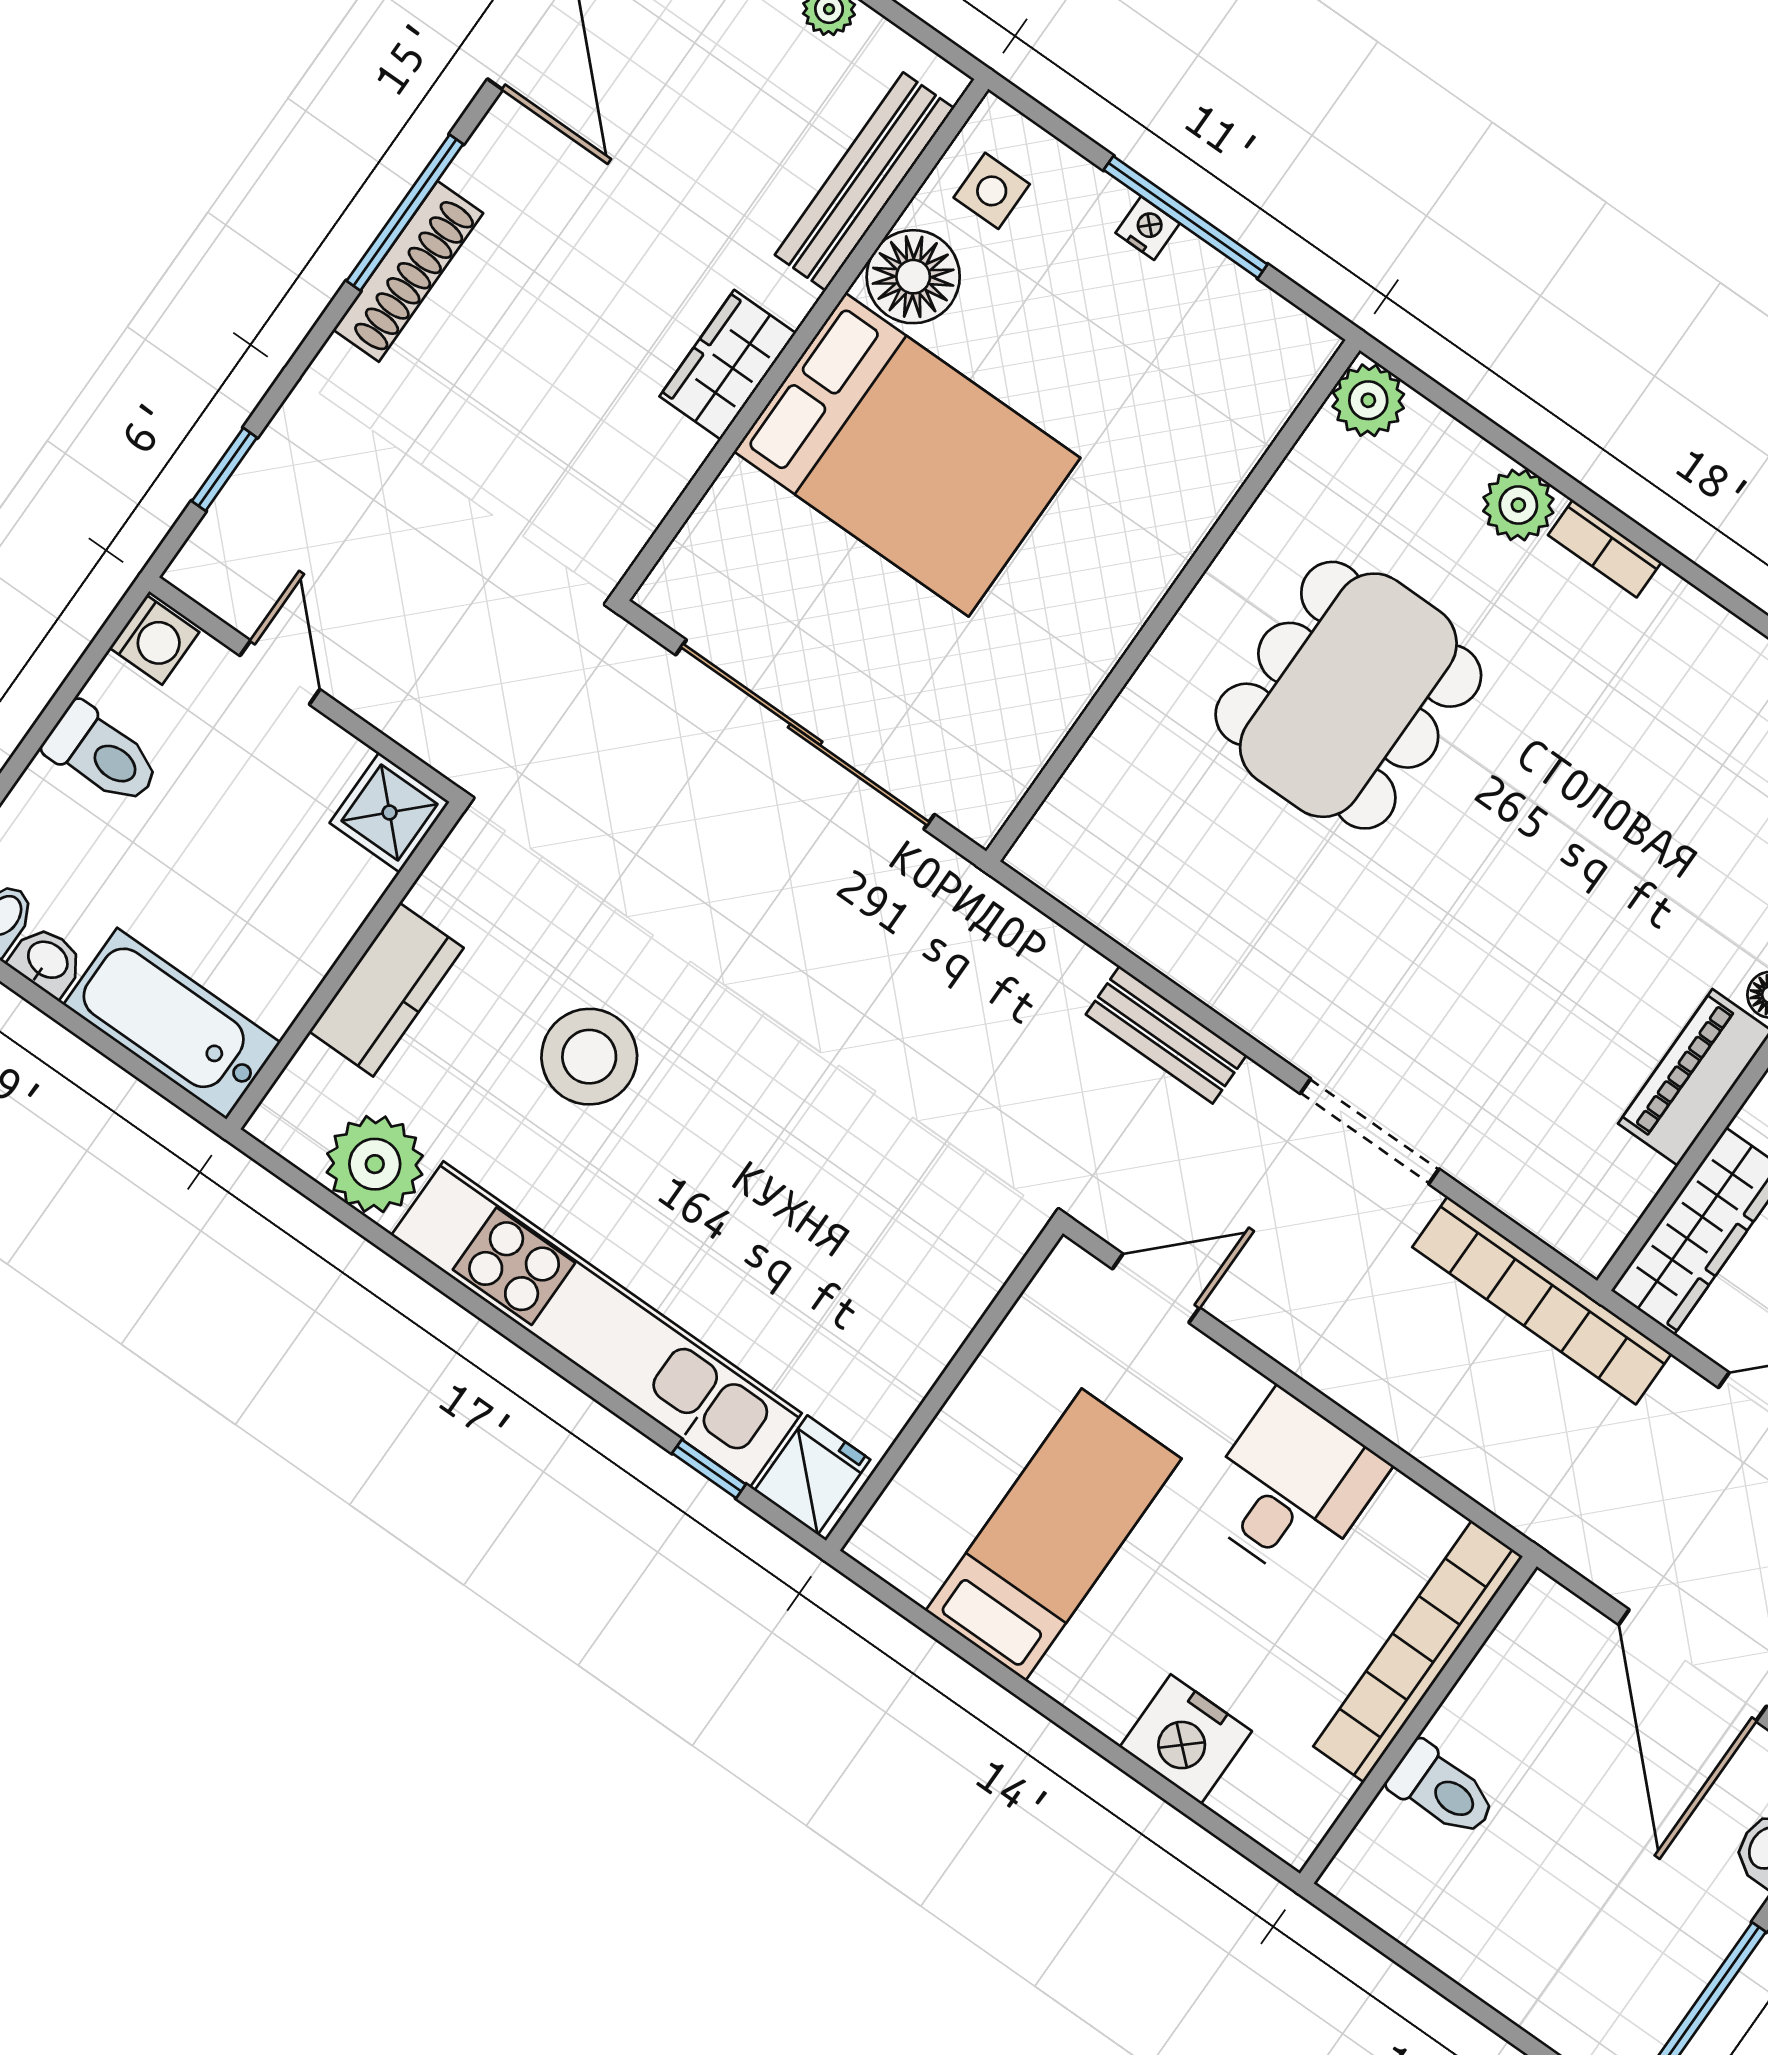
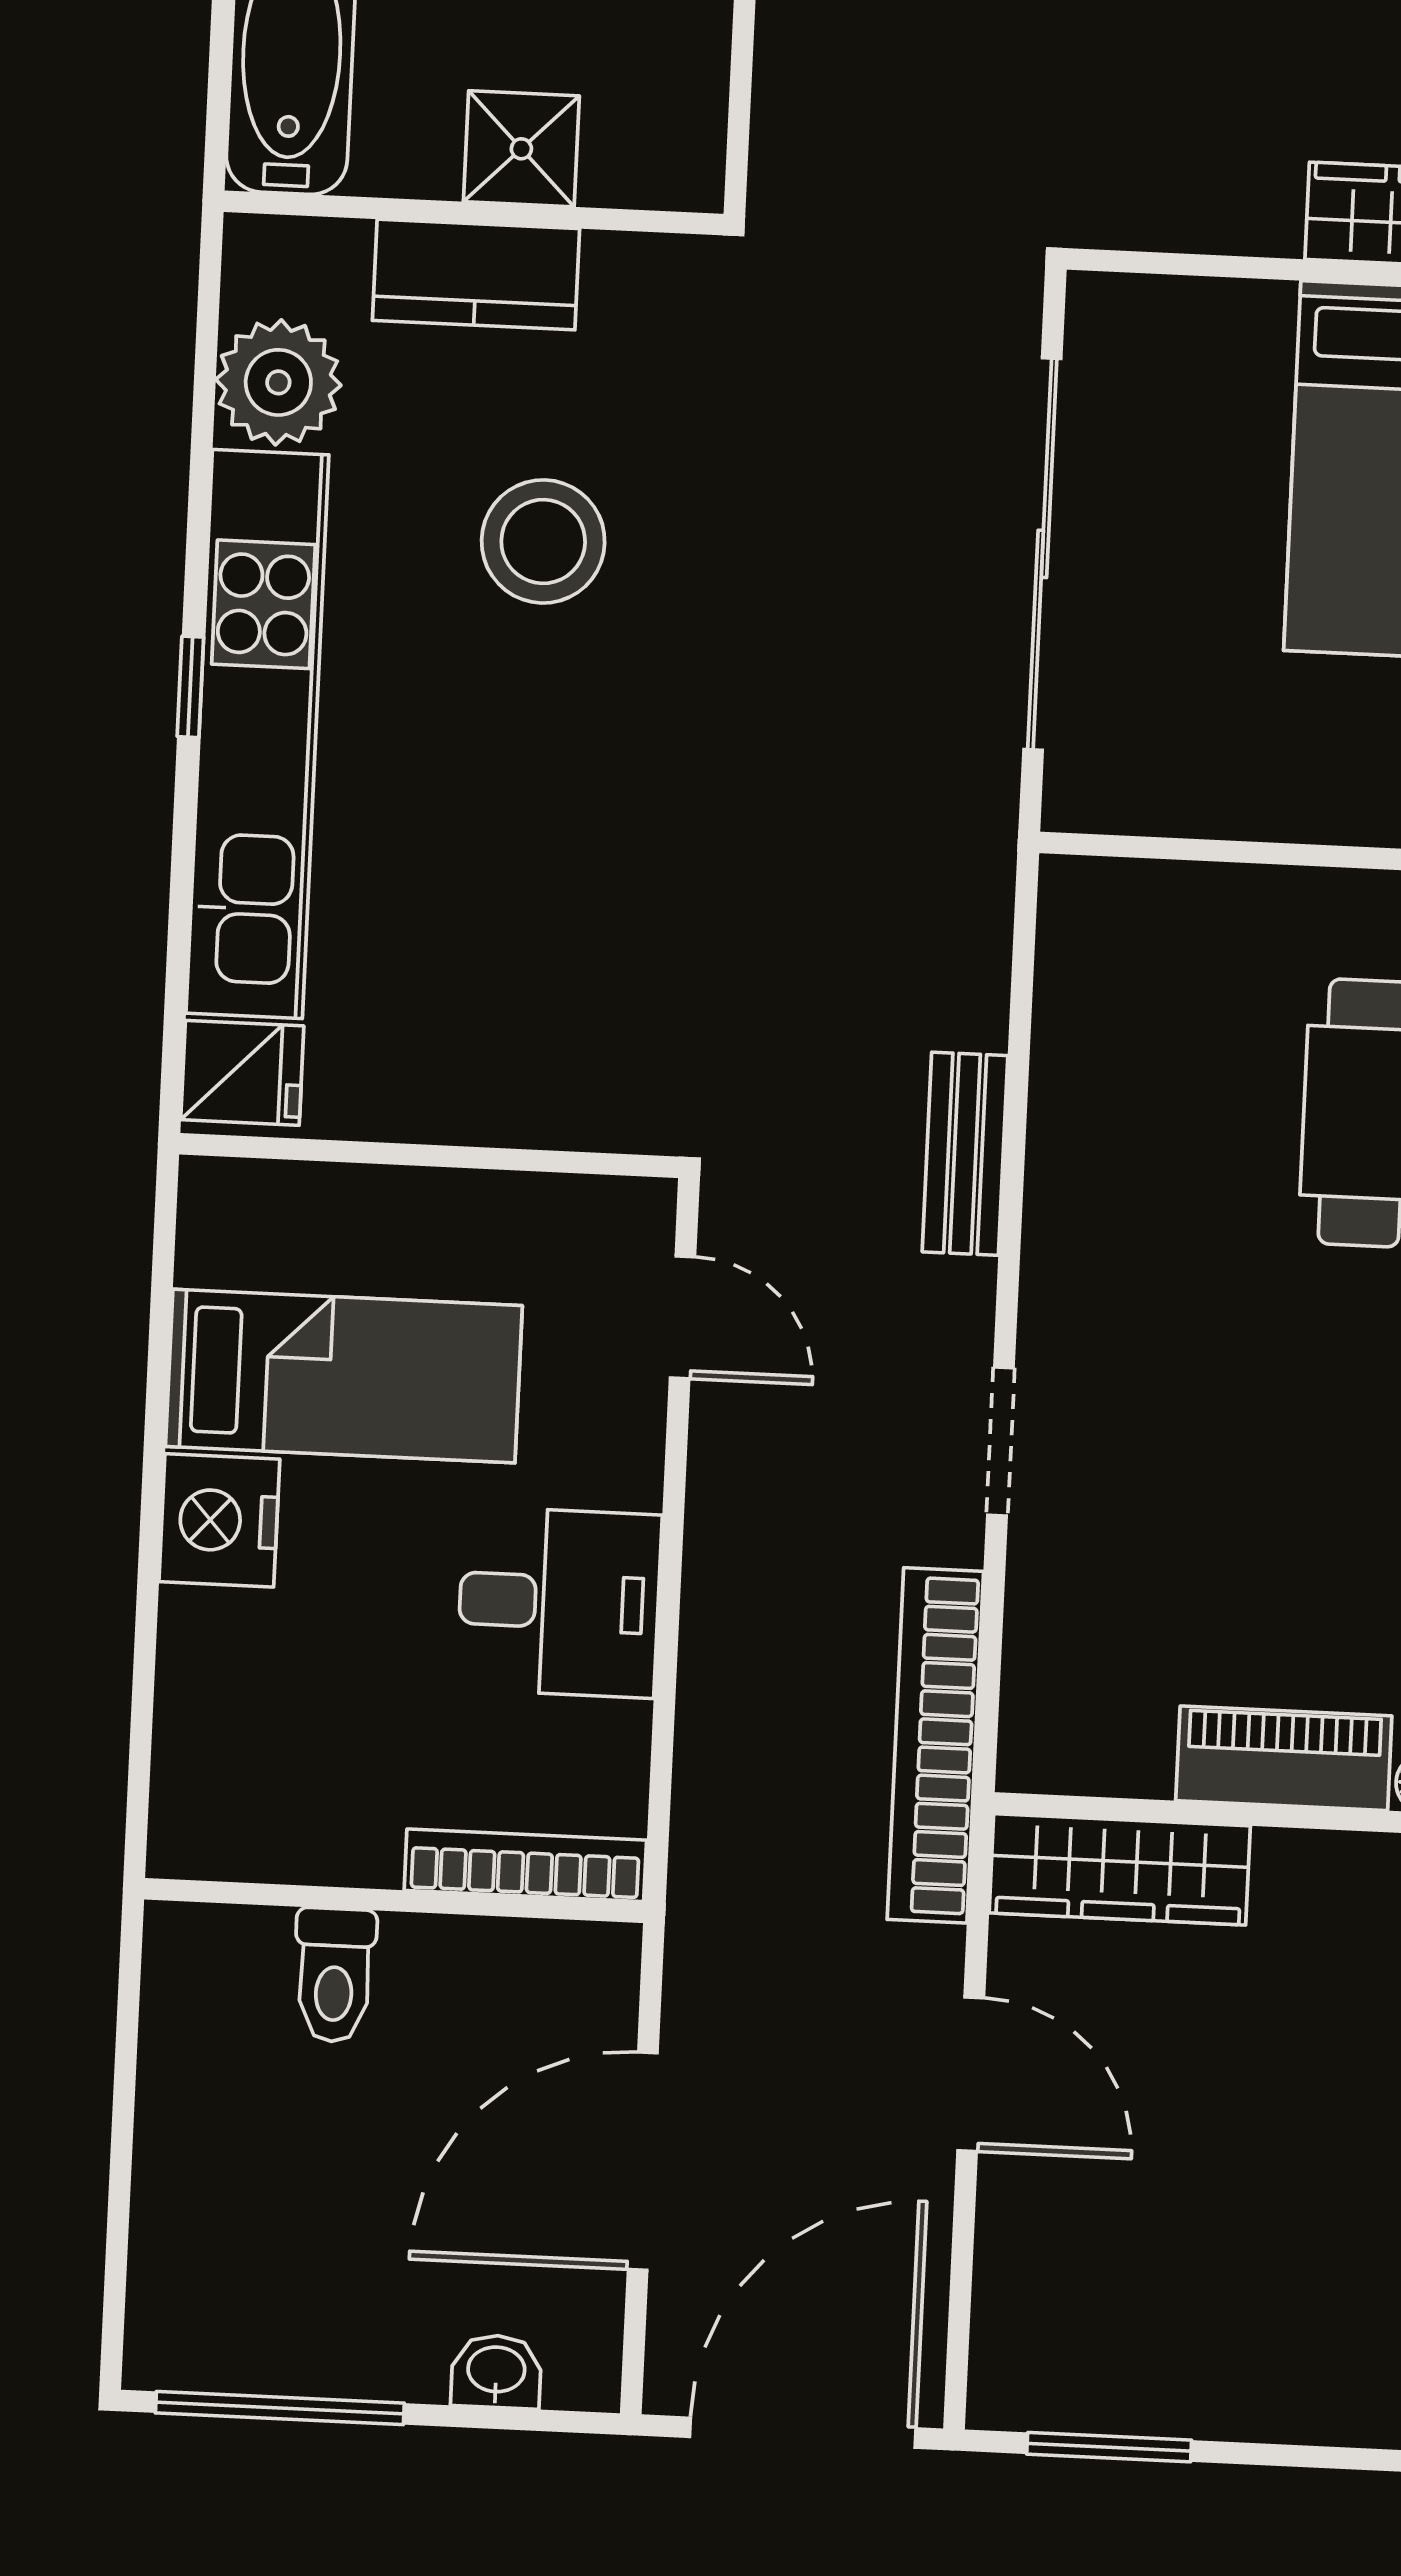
shower: (390, 812) -> (521, 149), moved
doorway: (1370, 1131) -> (1000, 1442), width x0.73
window: (709, 1469) -> (190, 687), moved
bookcase: (1418, 1651) -> (525, 1865), width x0.68, depth x0.76
nightstand: (1186, 1739) -> (219, 1520), moved

